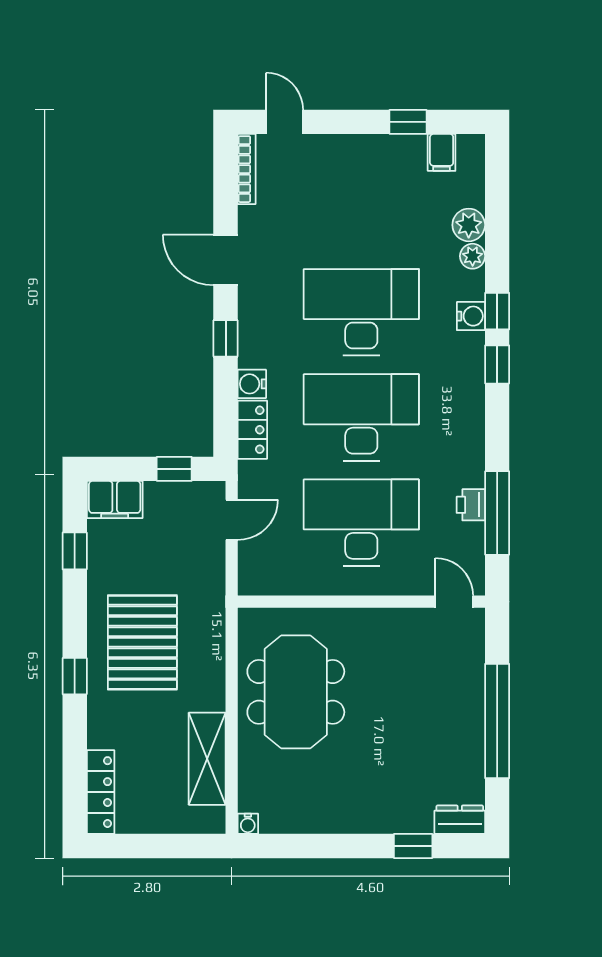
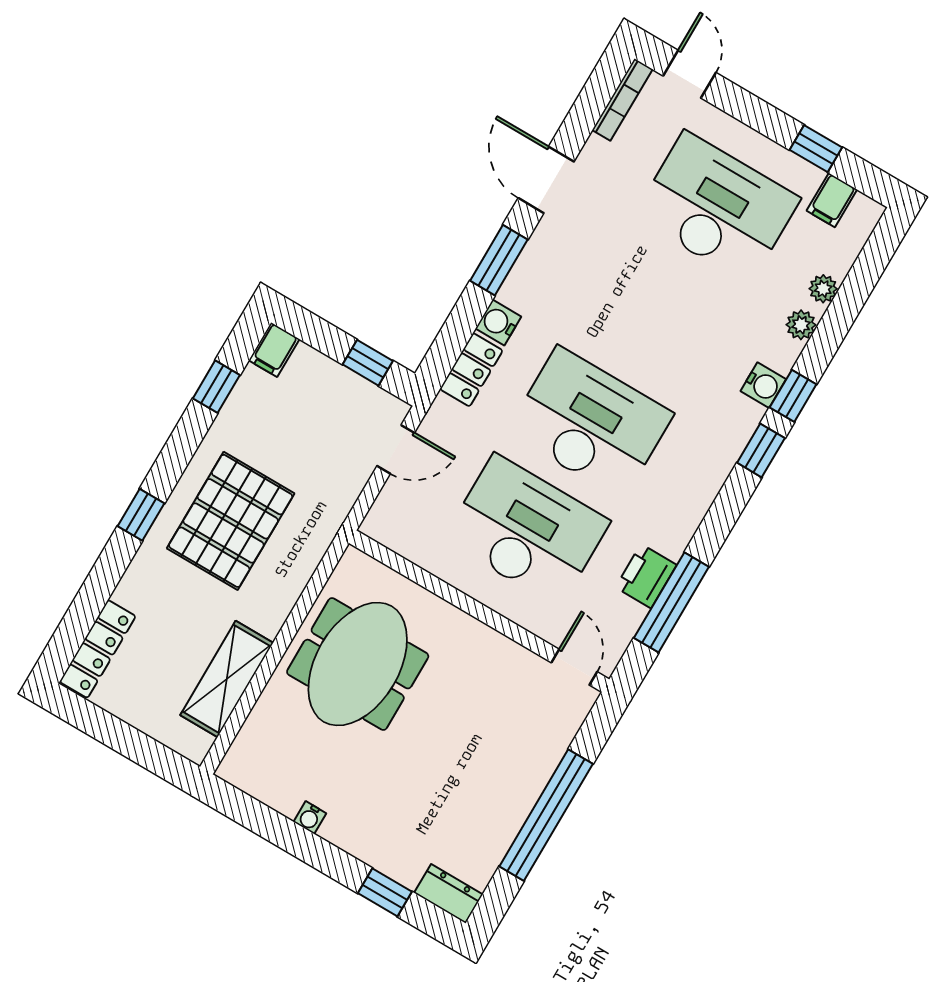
plant: (469, 225) -> (823, 289), width x0.73, depth x0.73
desk: (361, 312) -> (717, 208), moved
window: (226, 338) -> (499, 260), width x1.50
filing cabinet: (115, 500) -> (274, 350), width x0.50
printer: (471, 505) -> (646, 576), width x1.36, depth x1.24
water cooler: (248, 824) -> (310, 818), moved

